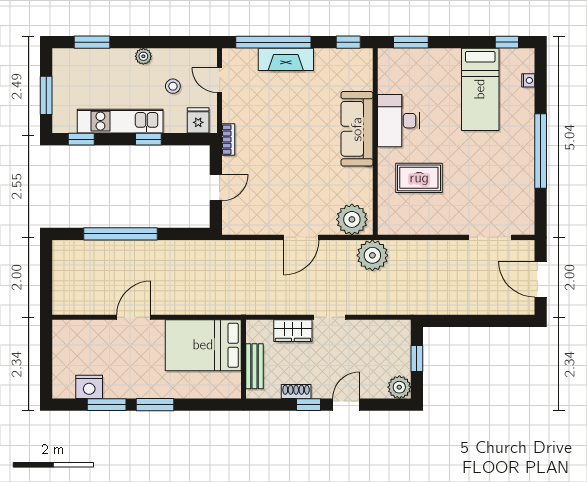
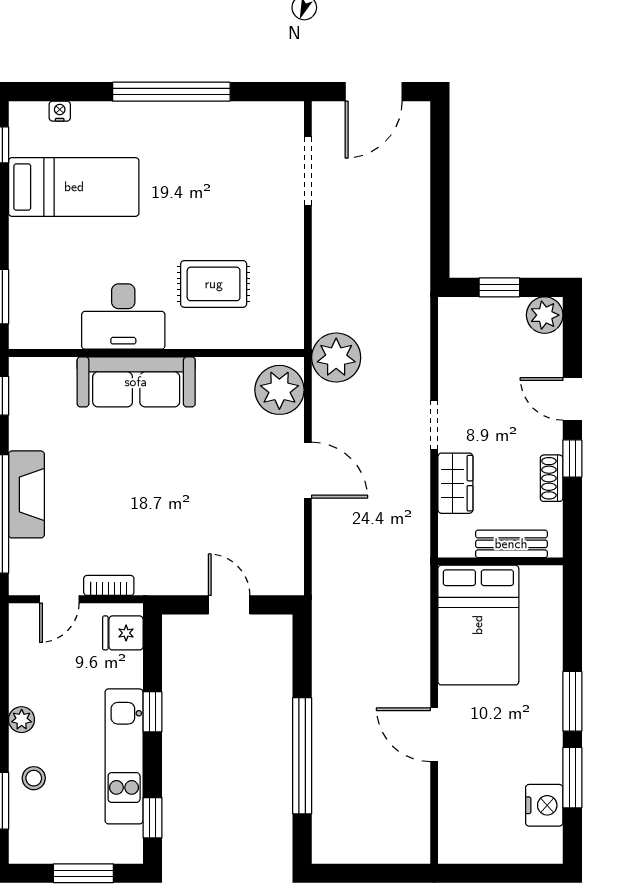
stool: (173, 86) -> (34, 778), moved
bookcase: (228, 140) -> (109, 585), moved
rug: (419, 178) -> (214, 284), turned 90

